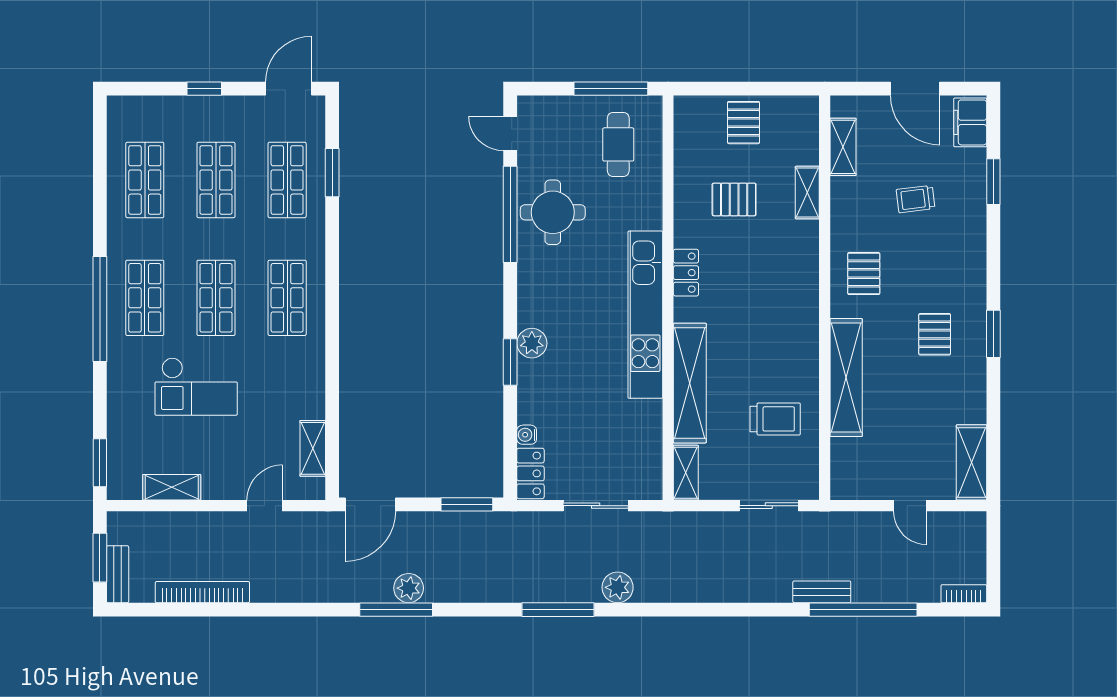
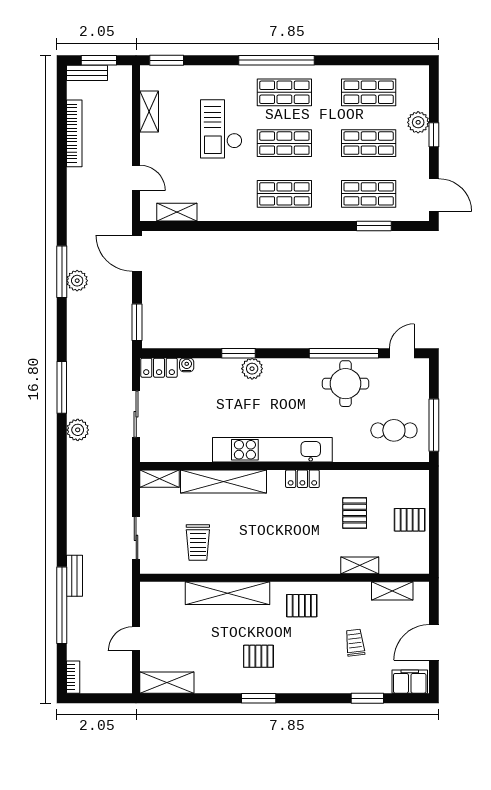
plant: (187, 111) -> (418, 122), added

